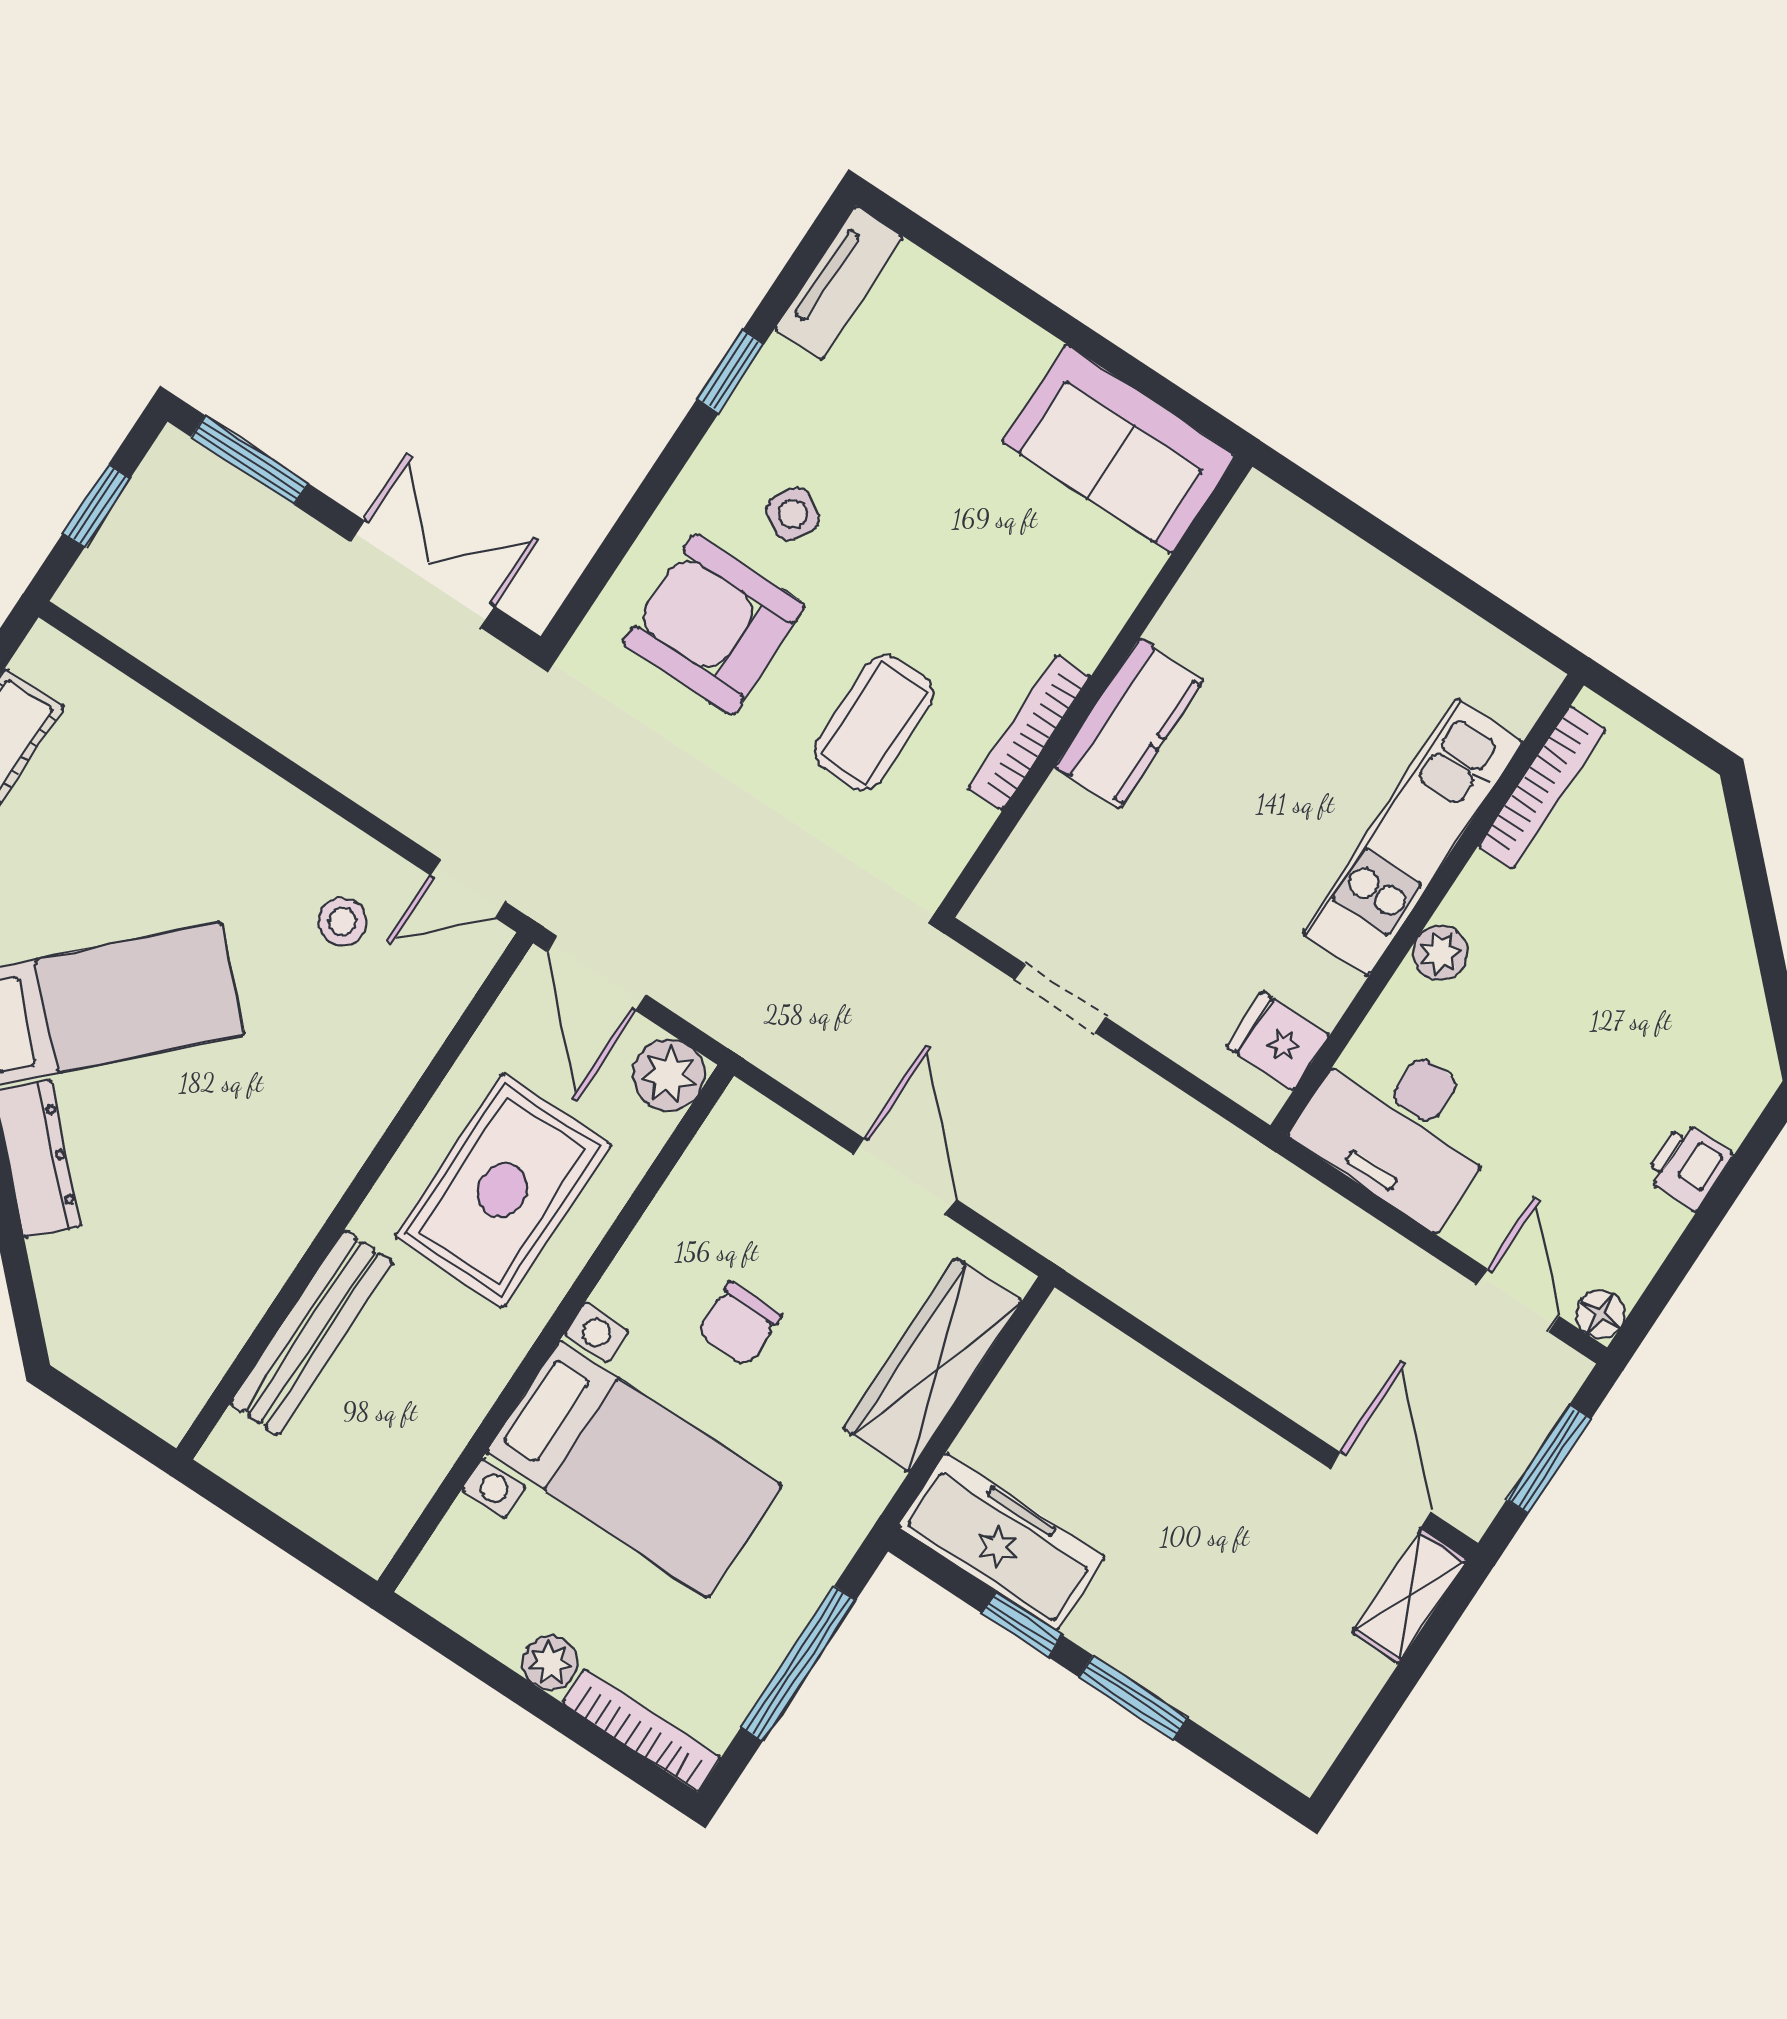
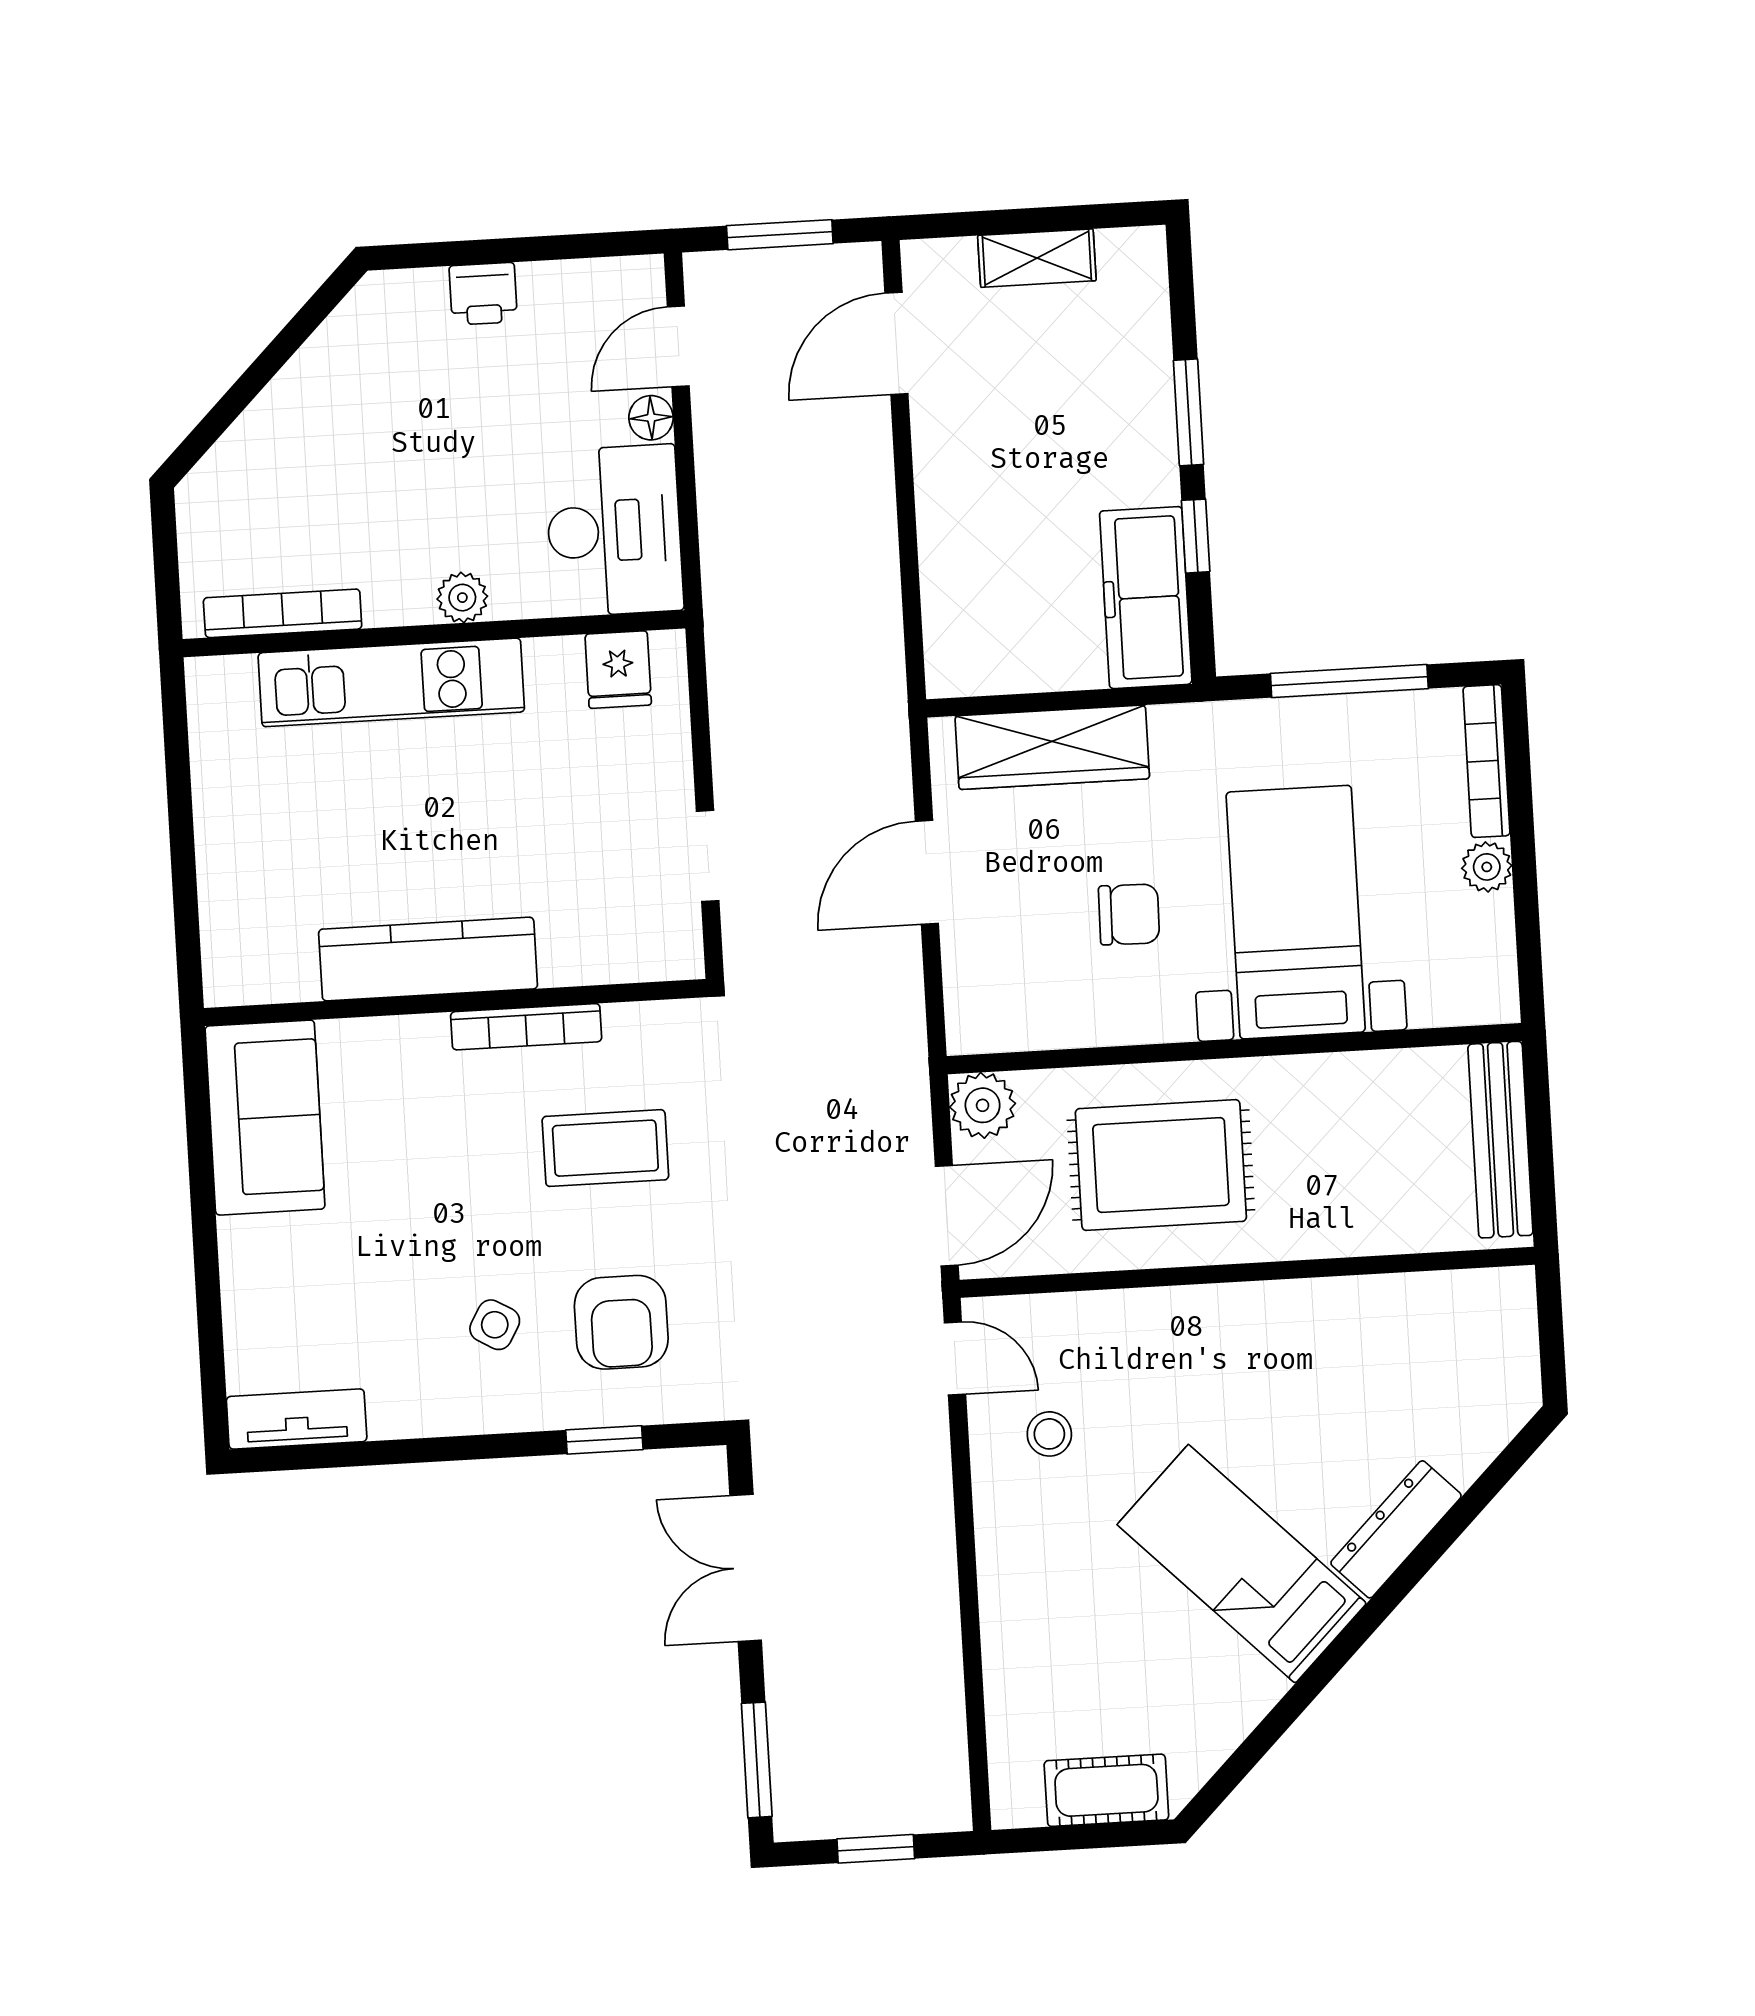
window: (730, 372) -> (604, 1440), moved
armchair: (714, 624) -> (621, 1322), width x0.73, depth x0.73
kitchen counter: (1129, 723) -> (428, 959), width x1.50
floor lamp: (1600, 1314) -> (651, 418), moved
bench: (311, 1333) -> (1500, 1140), moved, turned 90
shelving: (1410, 1596) -> (1037, 258), moved

